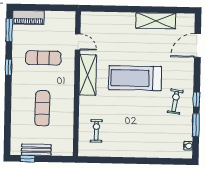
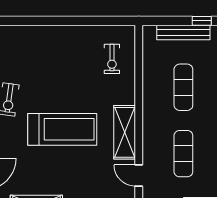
exercise mat: (43, 58) -> (183, 154), turned 90
bench: (36, 150) -> (183, 32), width x1.36

